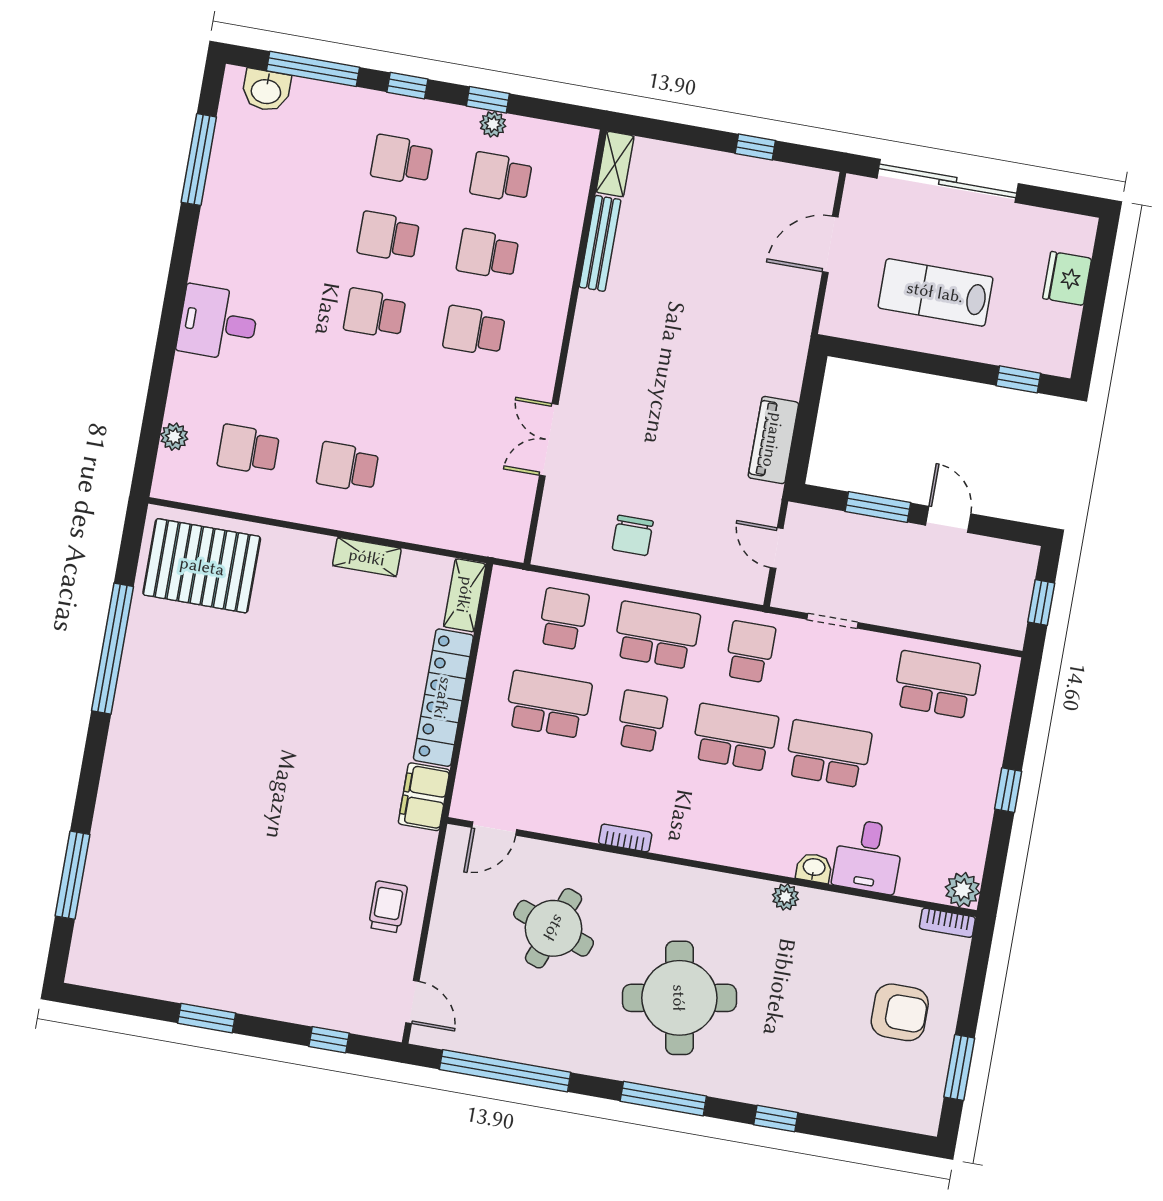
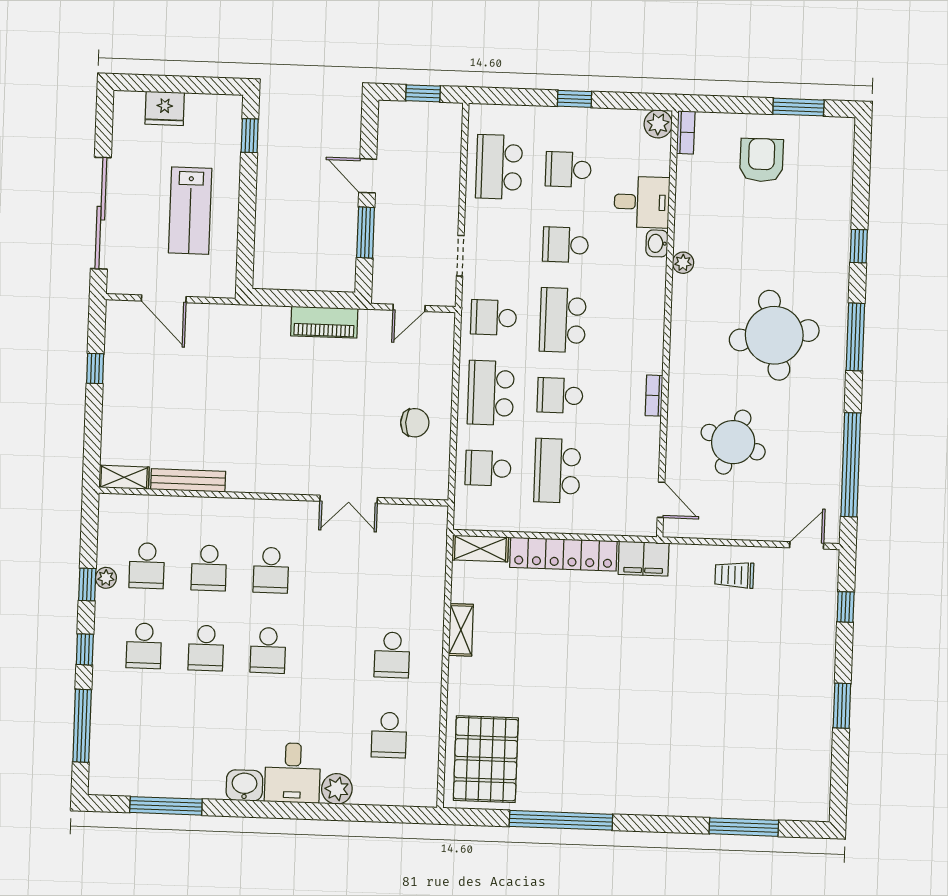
washbasin: (266, 90) -> (244, 785), moved, turned -90
plant: (174, 437) -> (337, 789), moved, width x1.38, depth x1.38
door: (948, 519) -> (368, 176), hinge flipped
school desk: (828, 754) -> (566, 245), width x0.54
school desk: (921, 770) -> (568, 169), added

